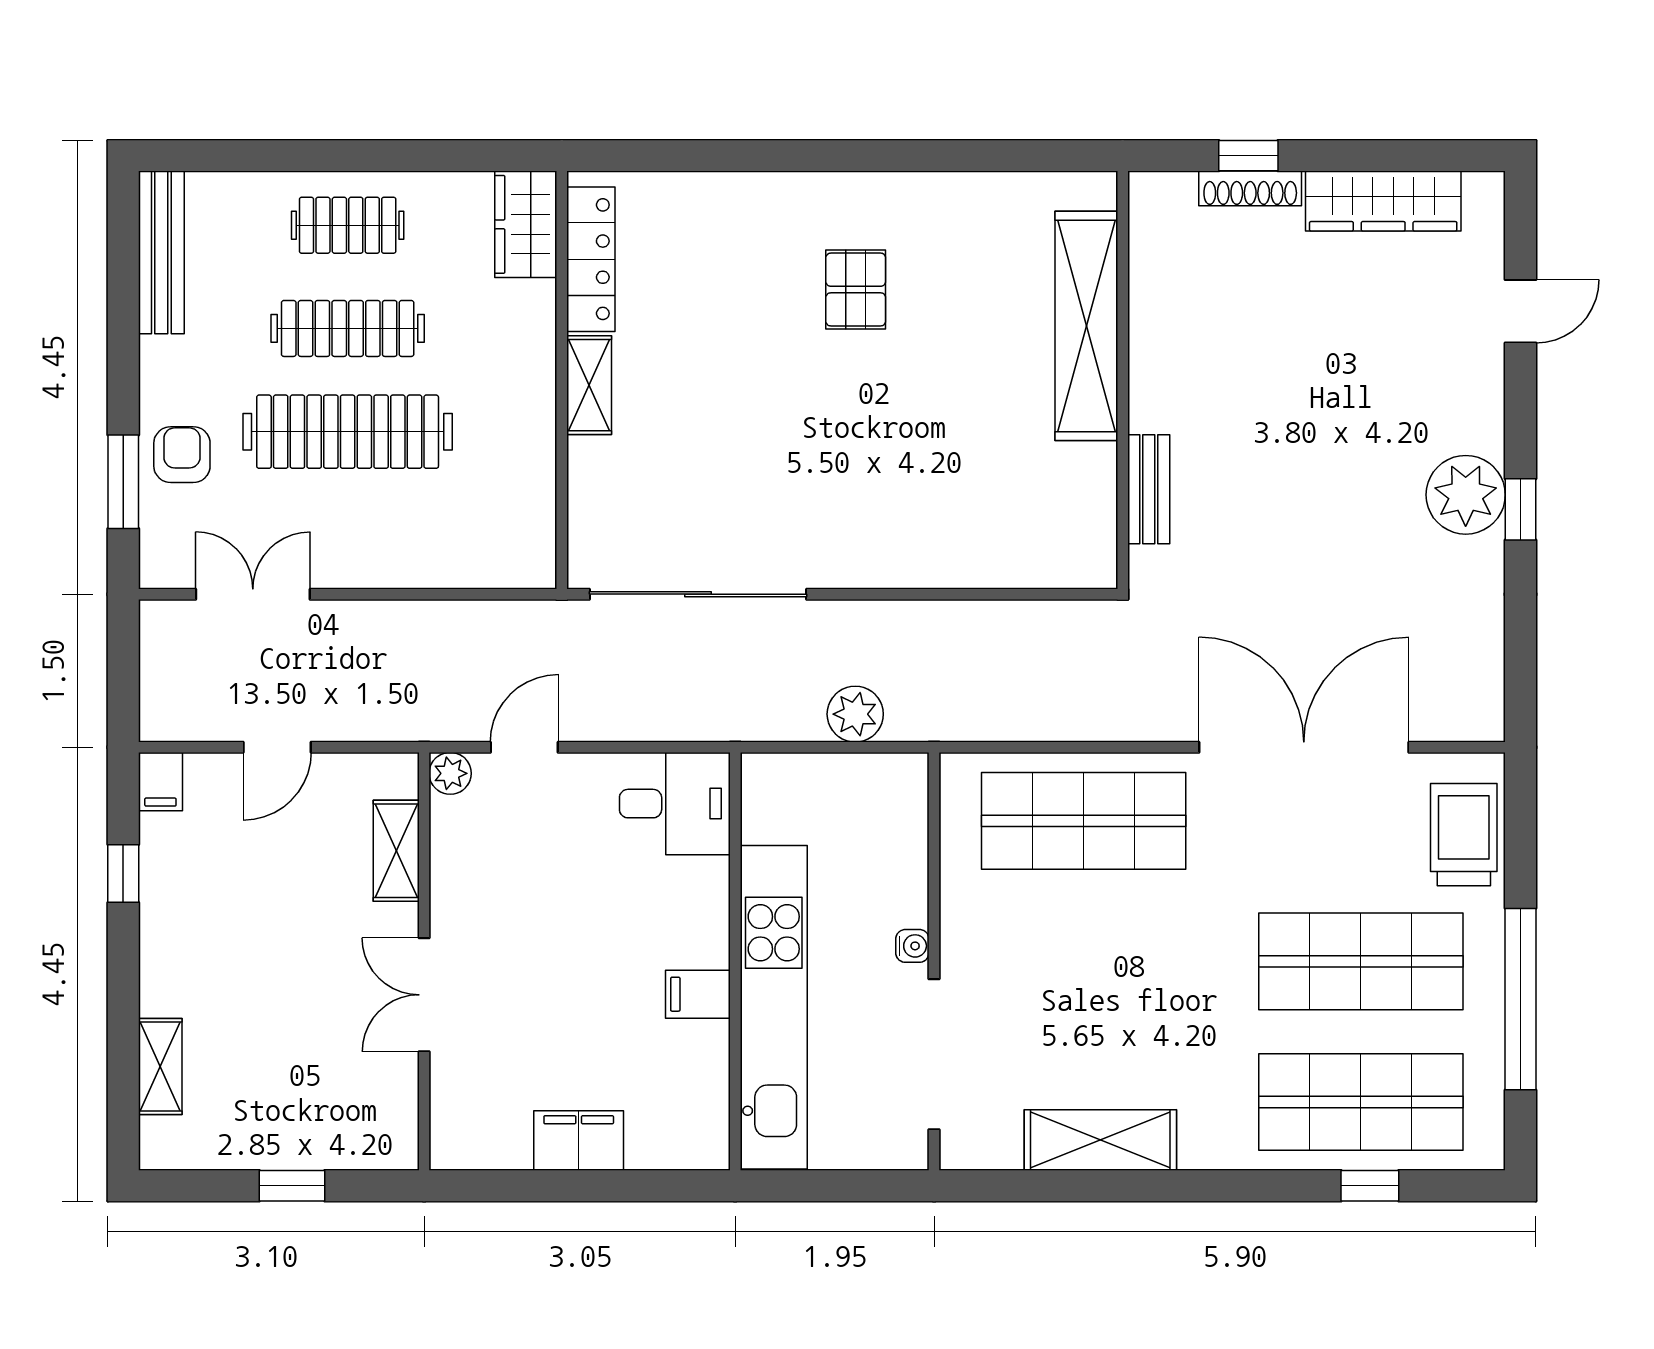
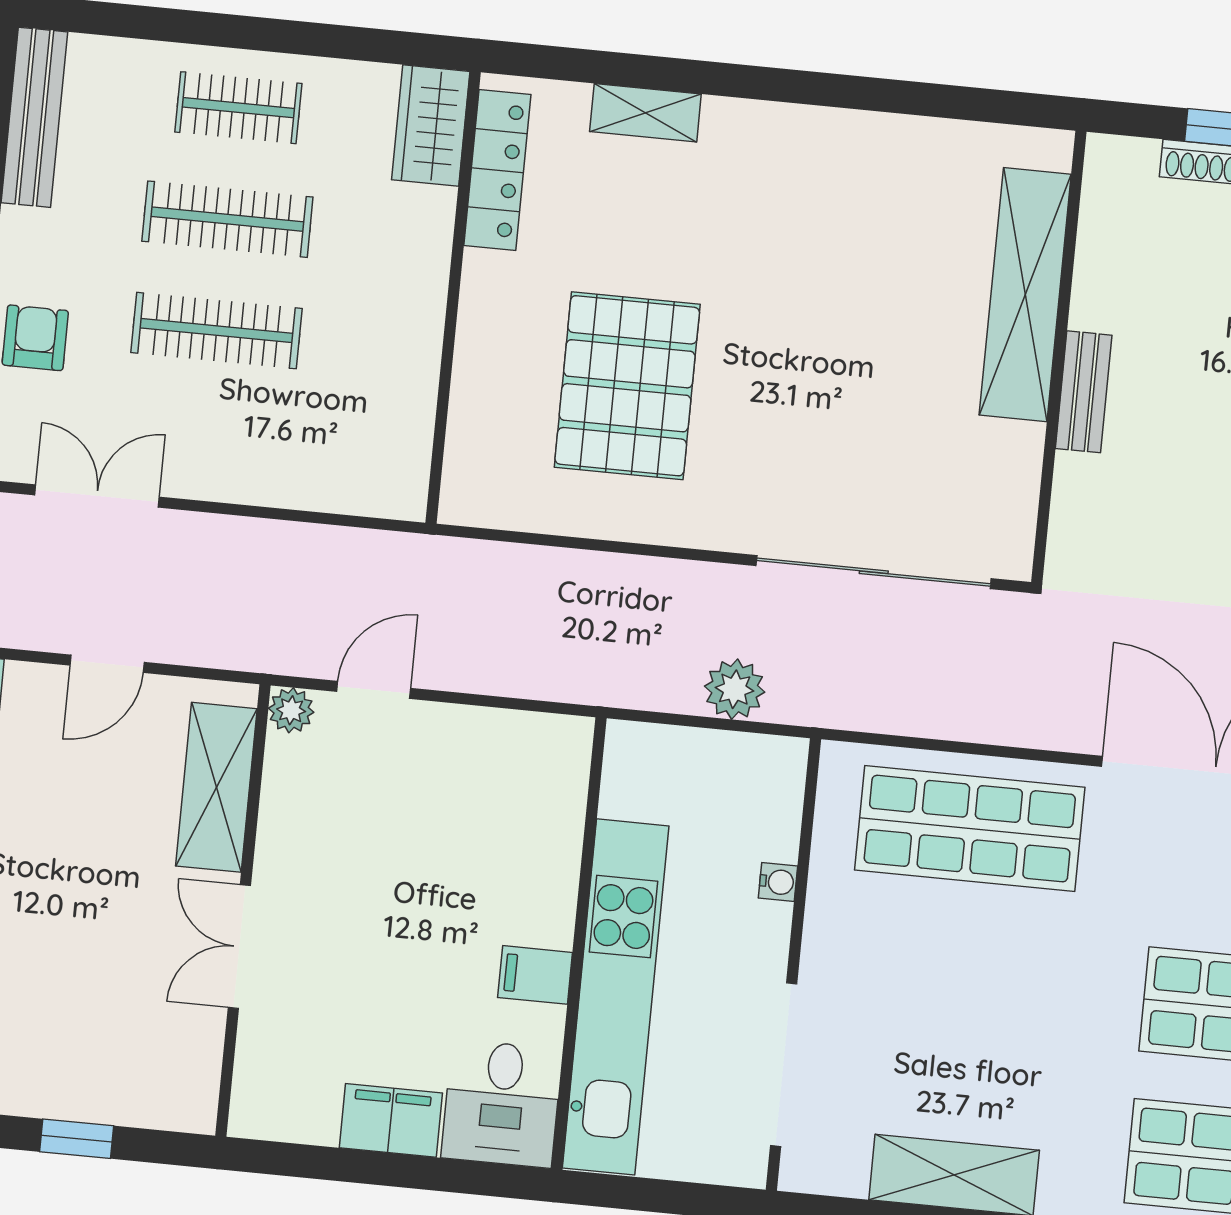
pallet: (856, 290) -> (627, 386), moved, width x2.05, depth x2.00
shelving: (589, 385) -> (645, 113), moved, turned 90
clothes rail: (348, 432) -> (216, 331), width x0.73, depth x0.76
bench: (1149, 489) -> (1084, 392), moved
sliding door: (698, 594) -> (874, 572), moved
desk: (675, 804) -> (502, 1104), moved, turned 90
shelving: (396, 851) -> (216, 787), width x1.50, depth x1.33
water cooler: (912, 946) -> (778, 882), moved

